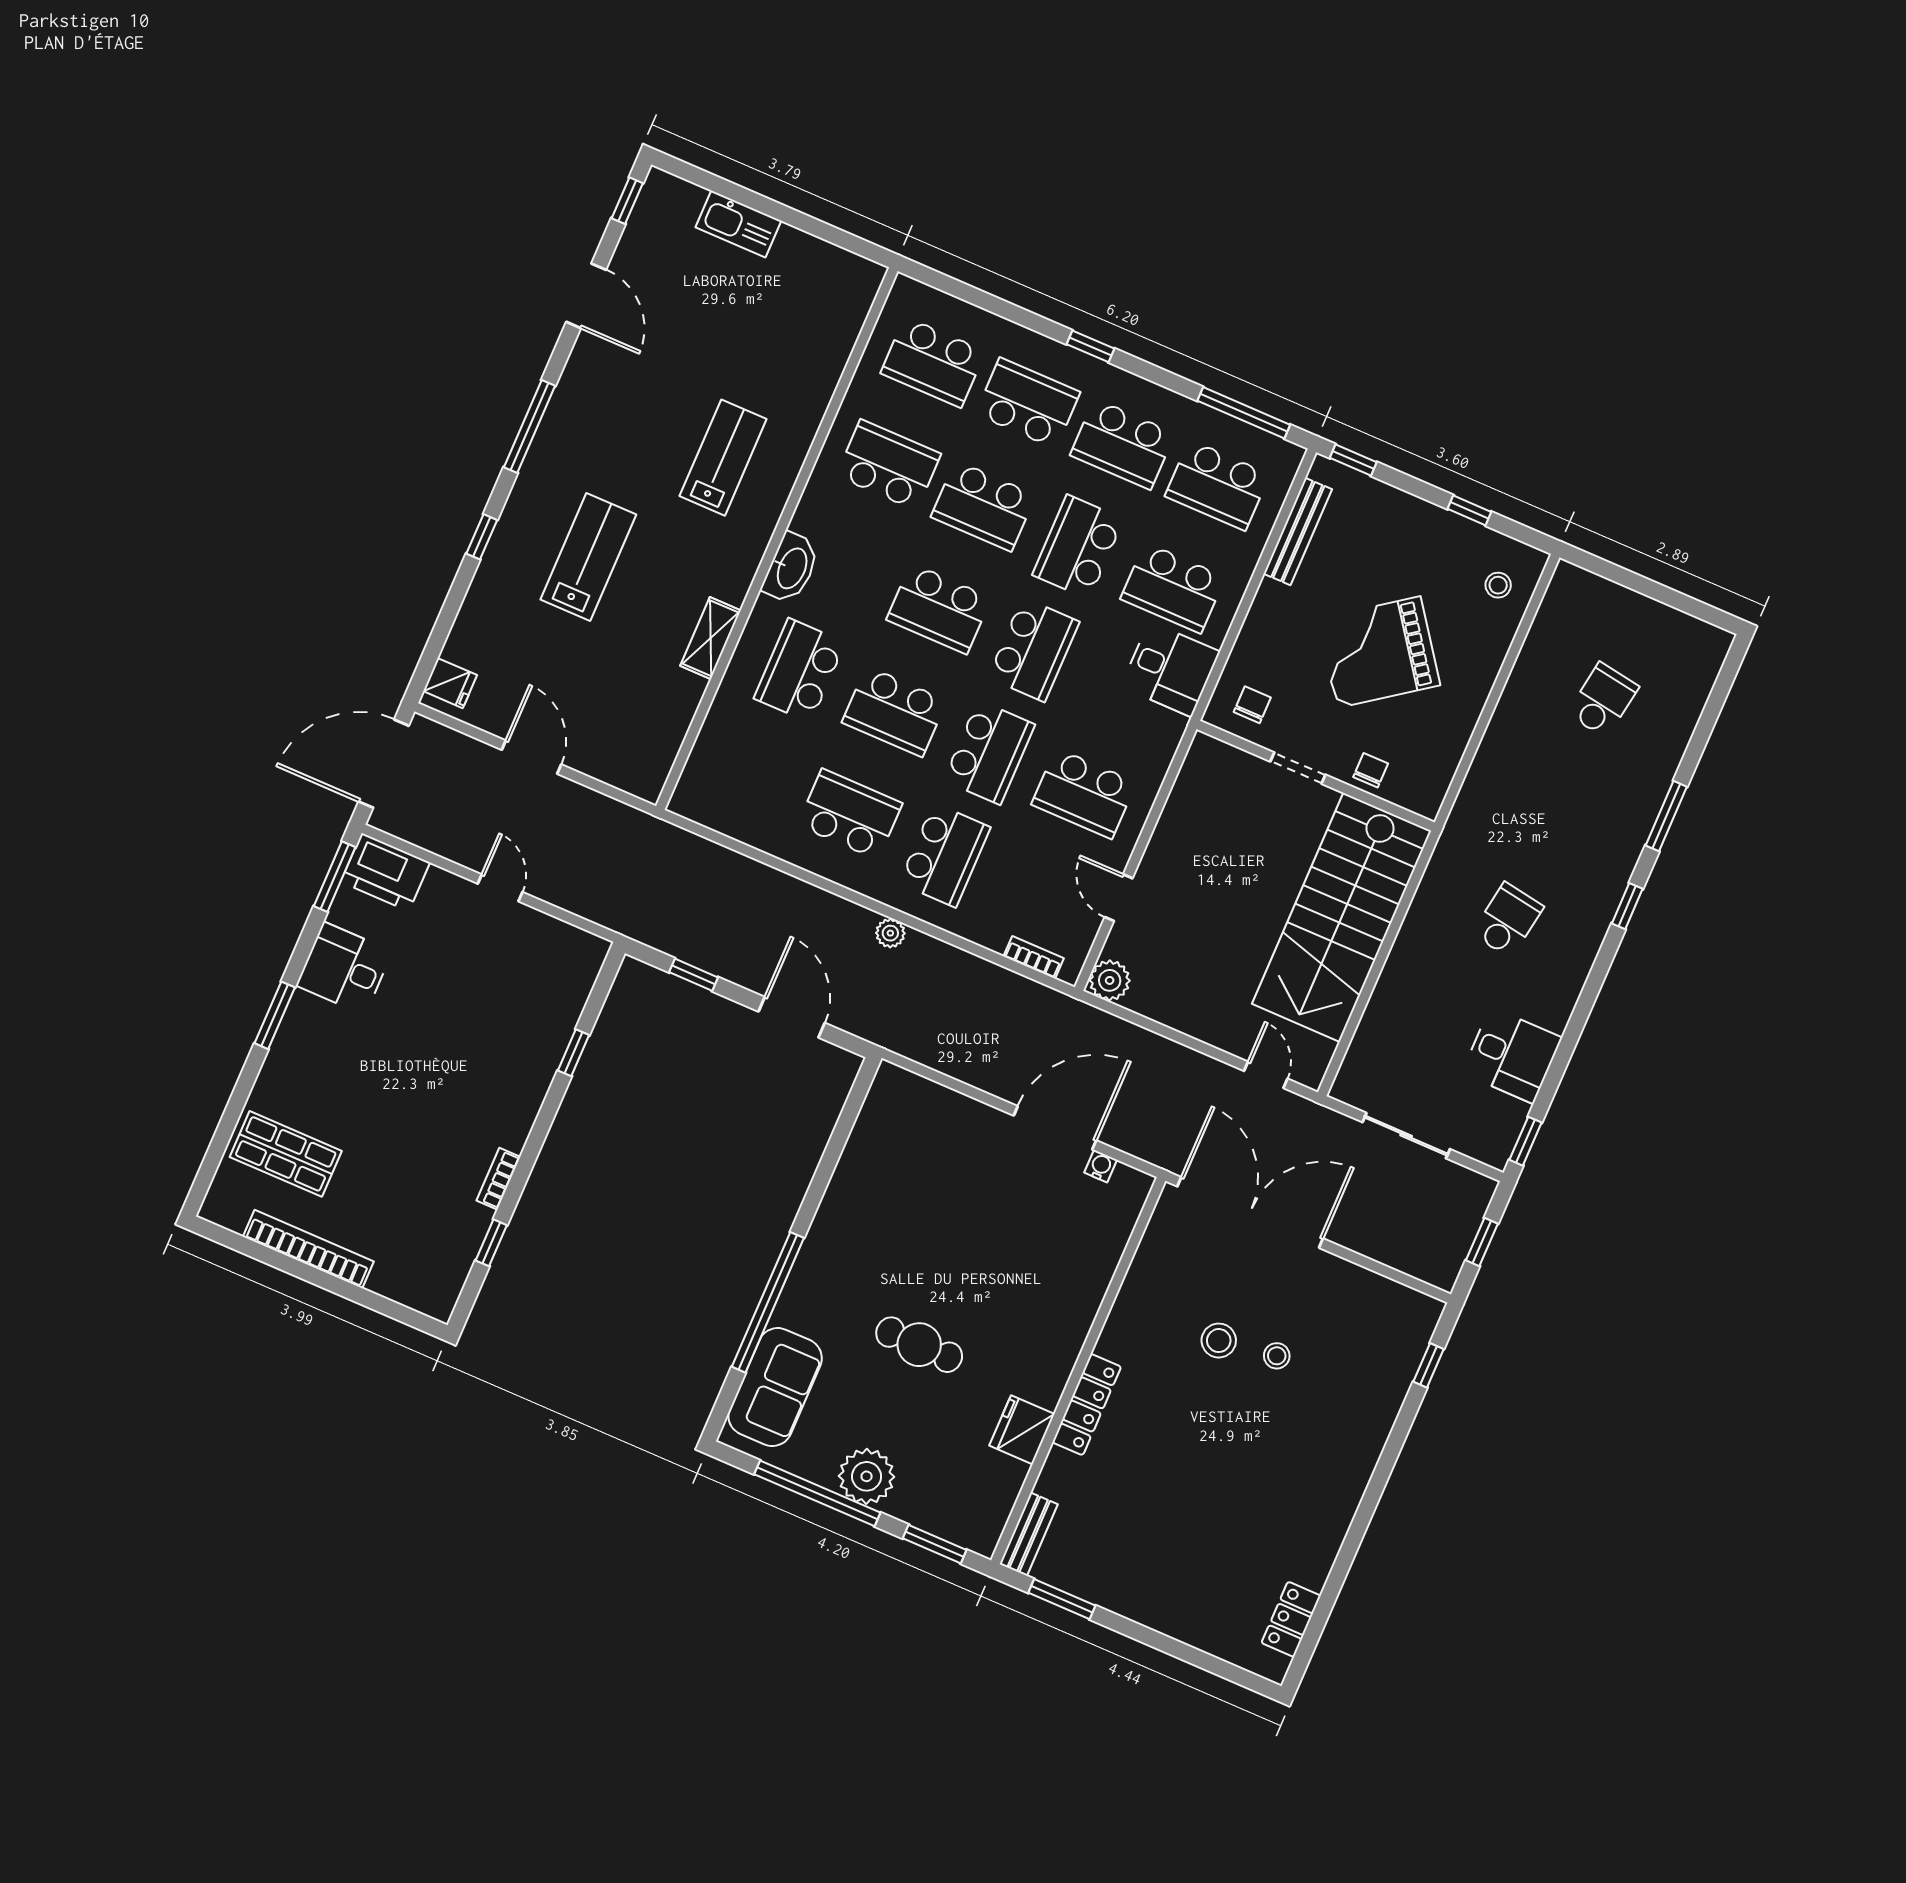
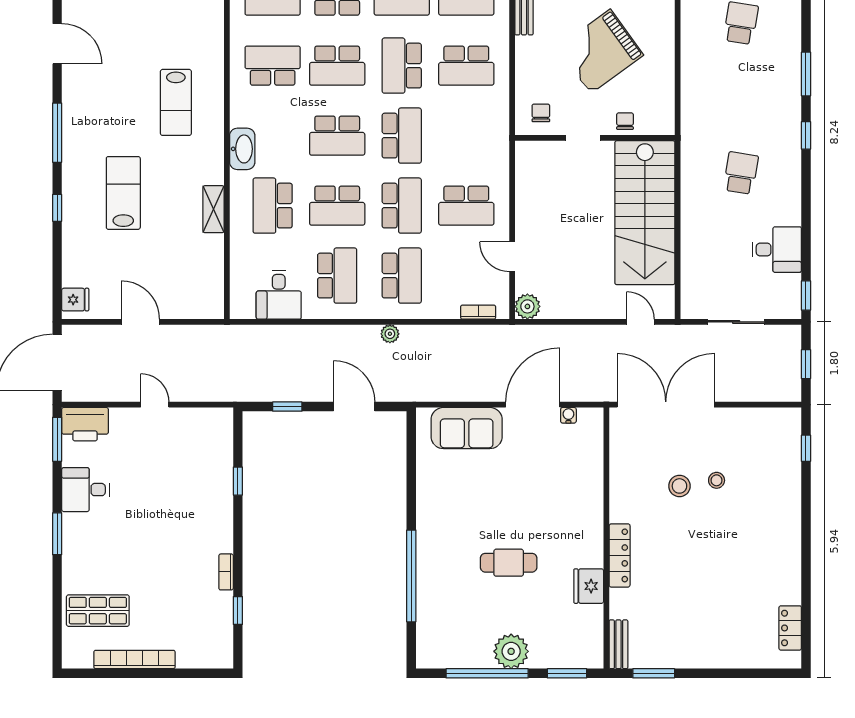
lab bench: (723, 458) -> (176, 102), turned 180
desk: (1170, 669) -> (279, 295), moved, turned 90
school desk: (850, 814) -> (337, 276), turned 90
sofa: (775, 1387) -> (467, 428), moved, turned 90

